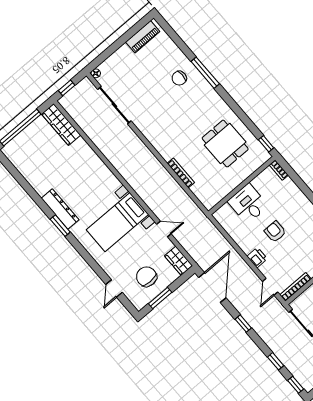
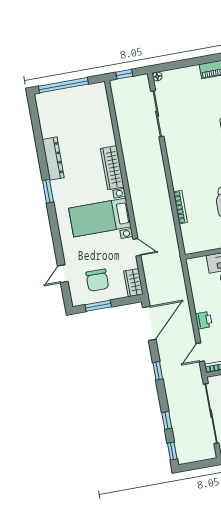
wardrobe: (61, 125) -> (112, 168), moved
dresser: (60, 209) -> (53, 159), moved
chair: (147, 277) -> (97, 280), turned 180

